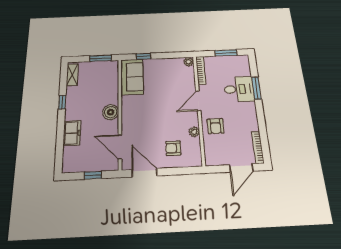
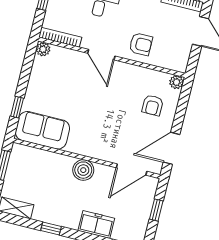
plant: (194, 132) -> (176, 82), moved

